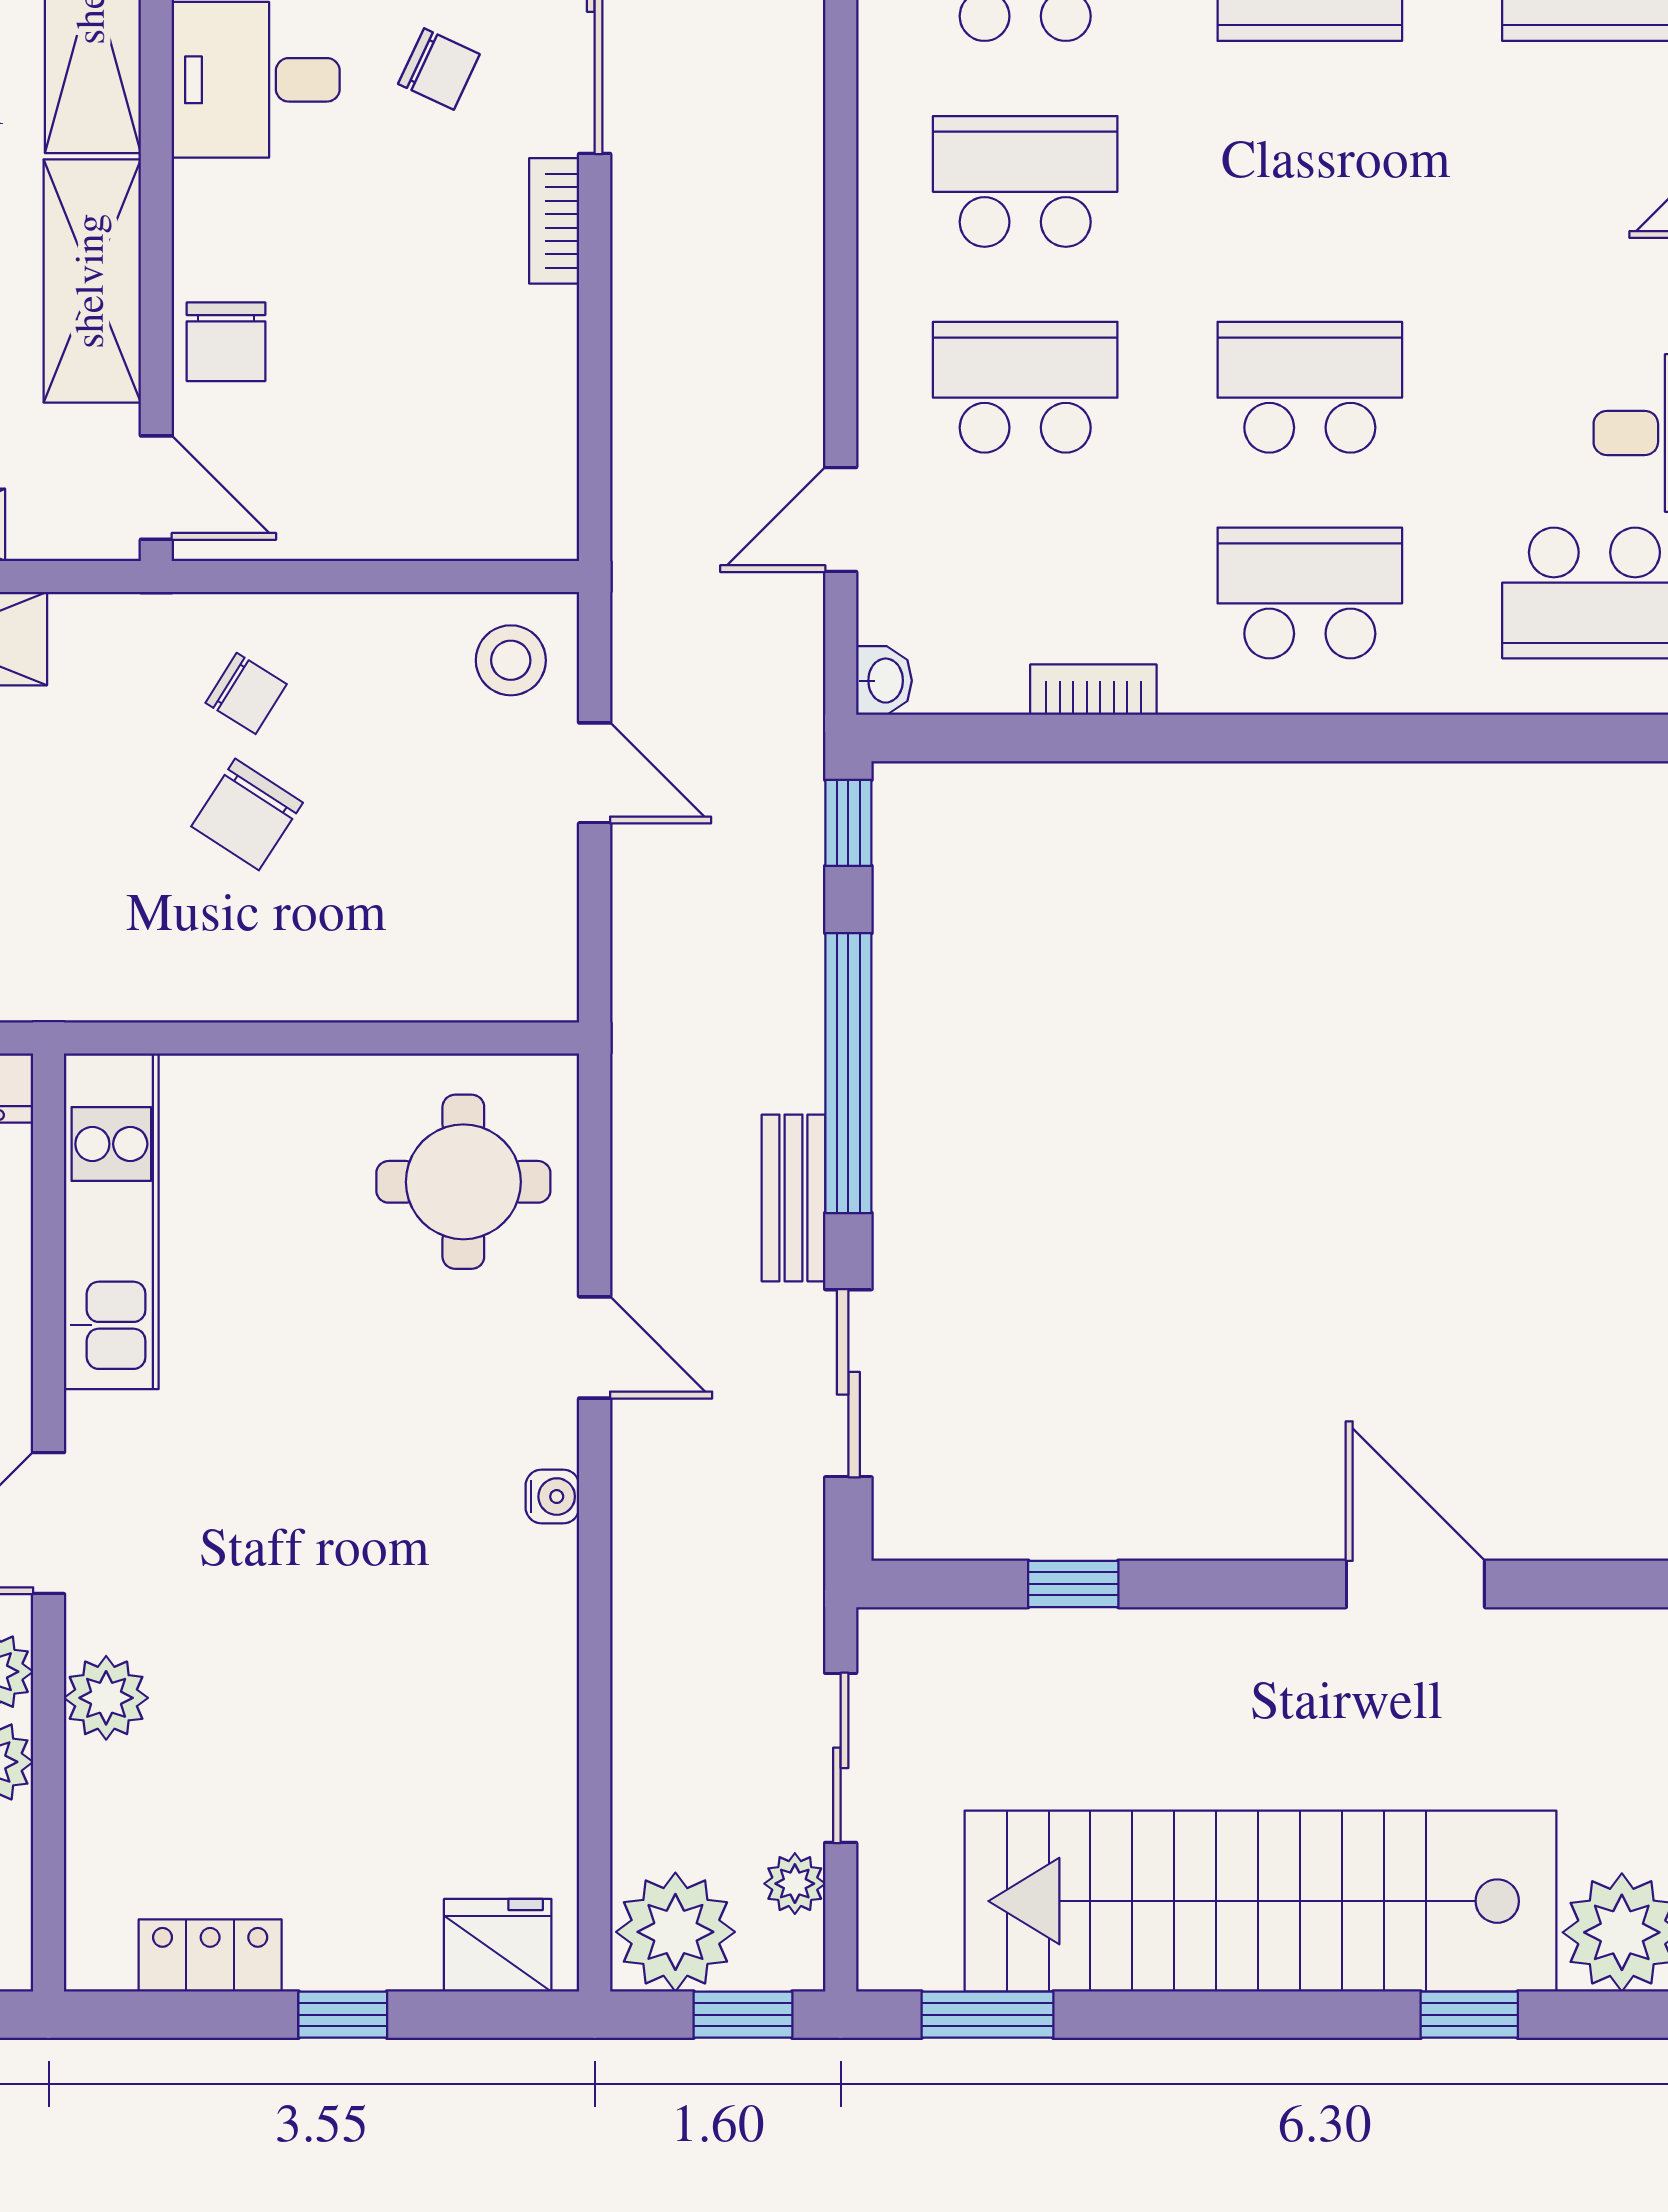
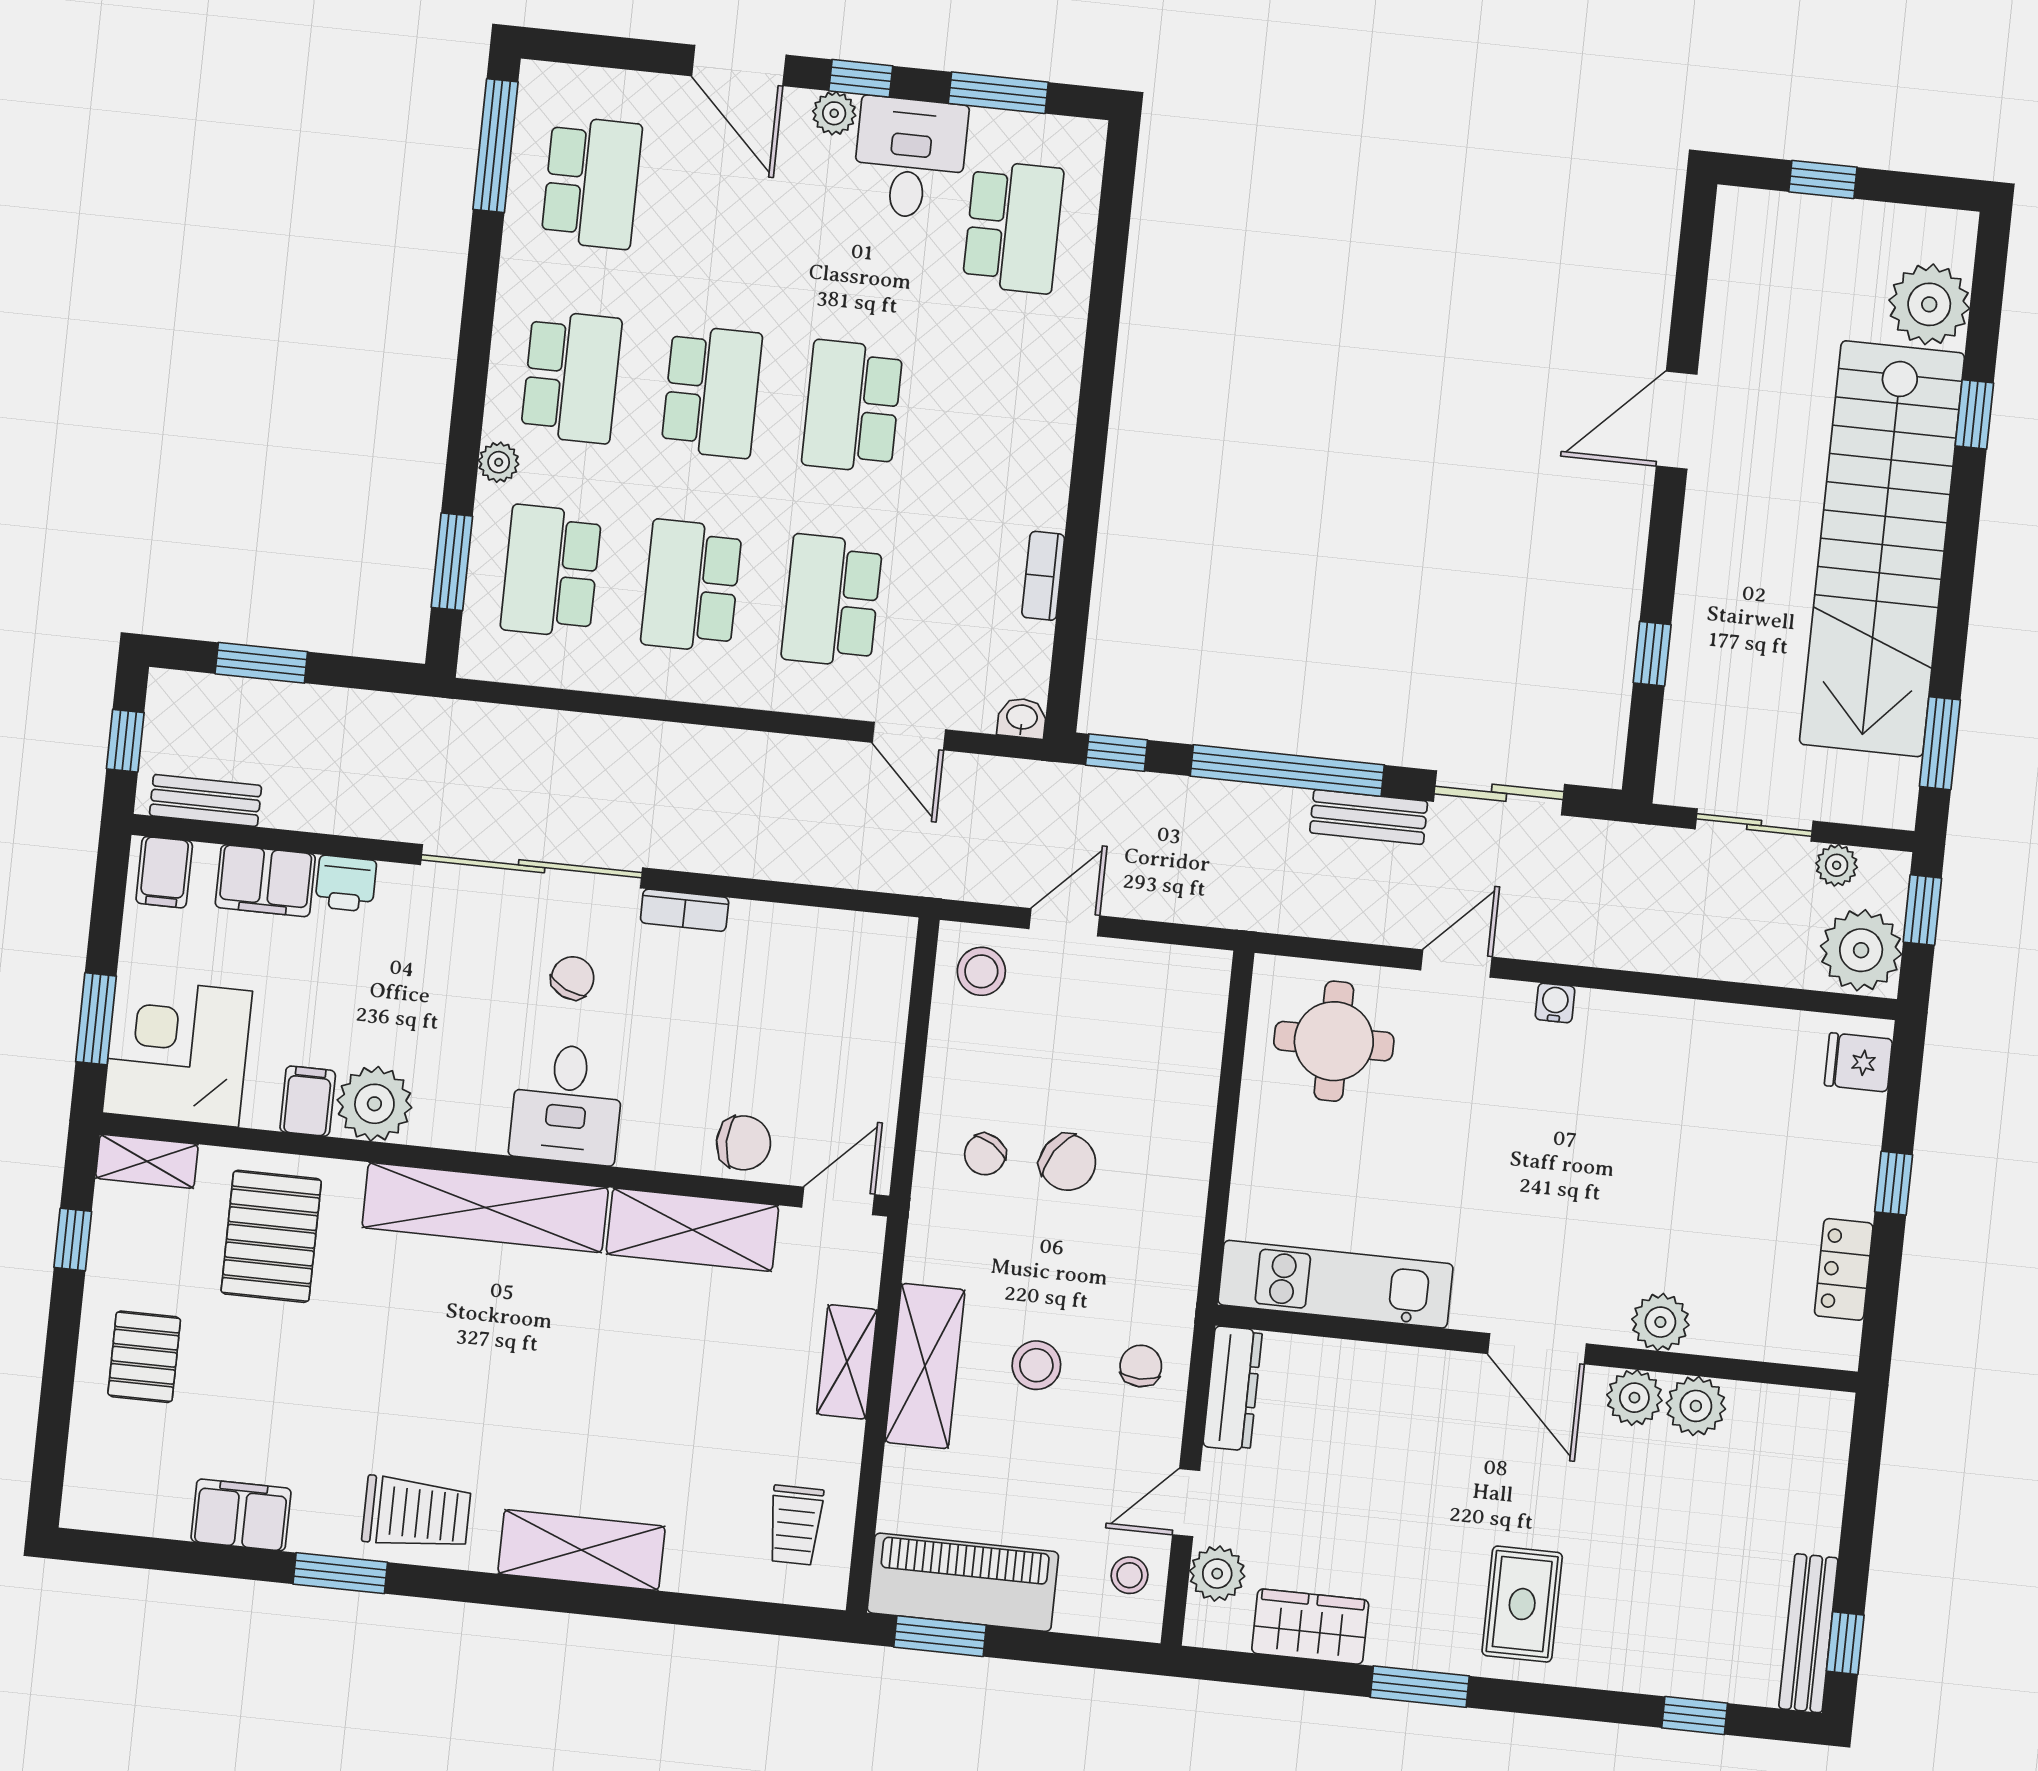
school desk: (1310, 593) -> (712, 392), moved, turned 180
chair: (246, 693) -> (985, 1154), turned 180
fridge: (498, 1945) -> (1858, 1062), width x0.72

